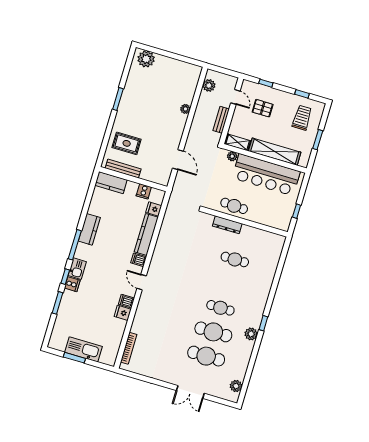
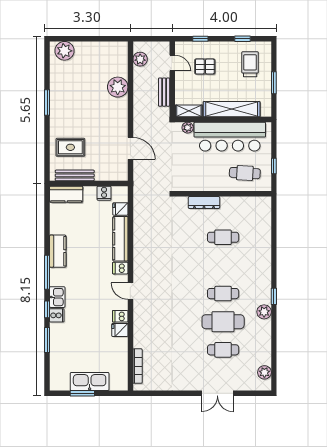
plant: (185, 109) -> (118, 87), width x1.88, depth x1.88
cafe table: (234, 206) -> (245, 173), moved
cafe table: (206, 356) -> (223, 350), width x0.73, depth x0.74

